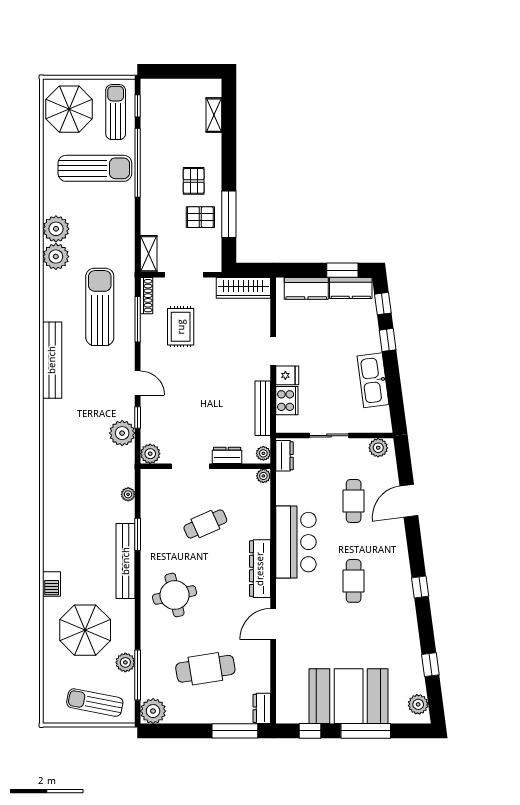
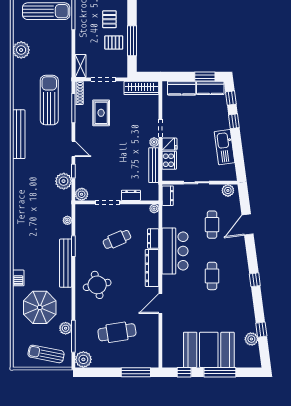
plant: (56, 257) -> (21, 68), removed
plant: (263, 453) -> (154, 142), moved
plant: (418, 704) -> (251, 339), moved
dresser: (262, 708) -> (153, 239), moved

